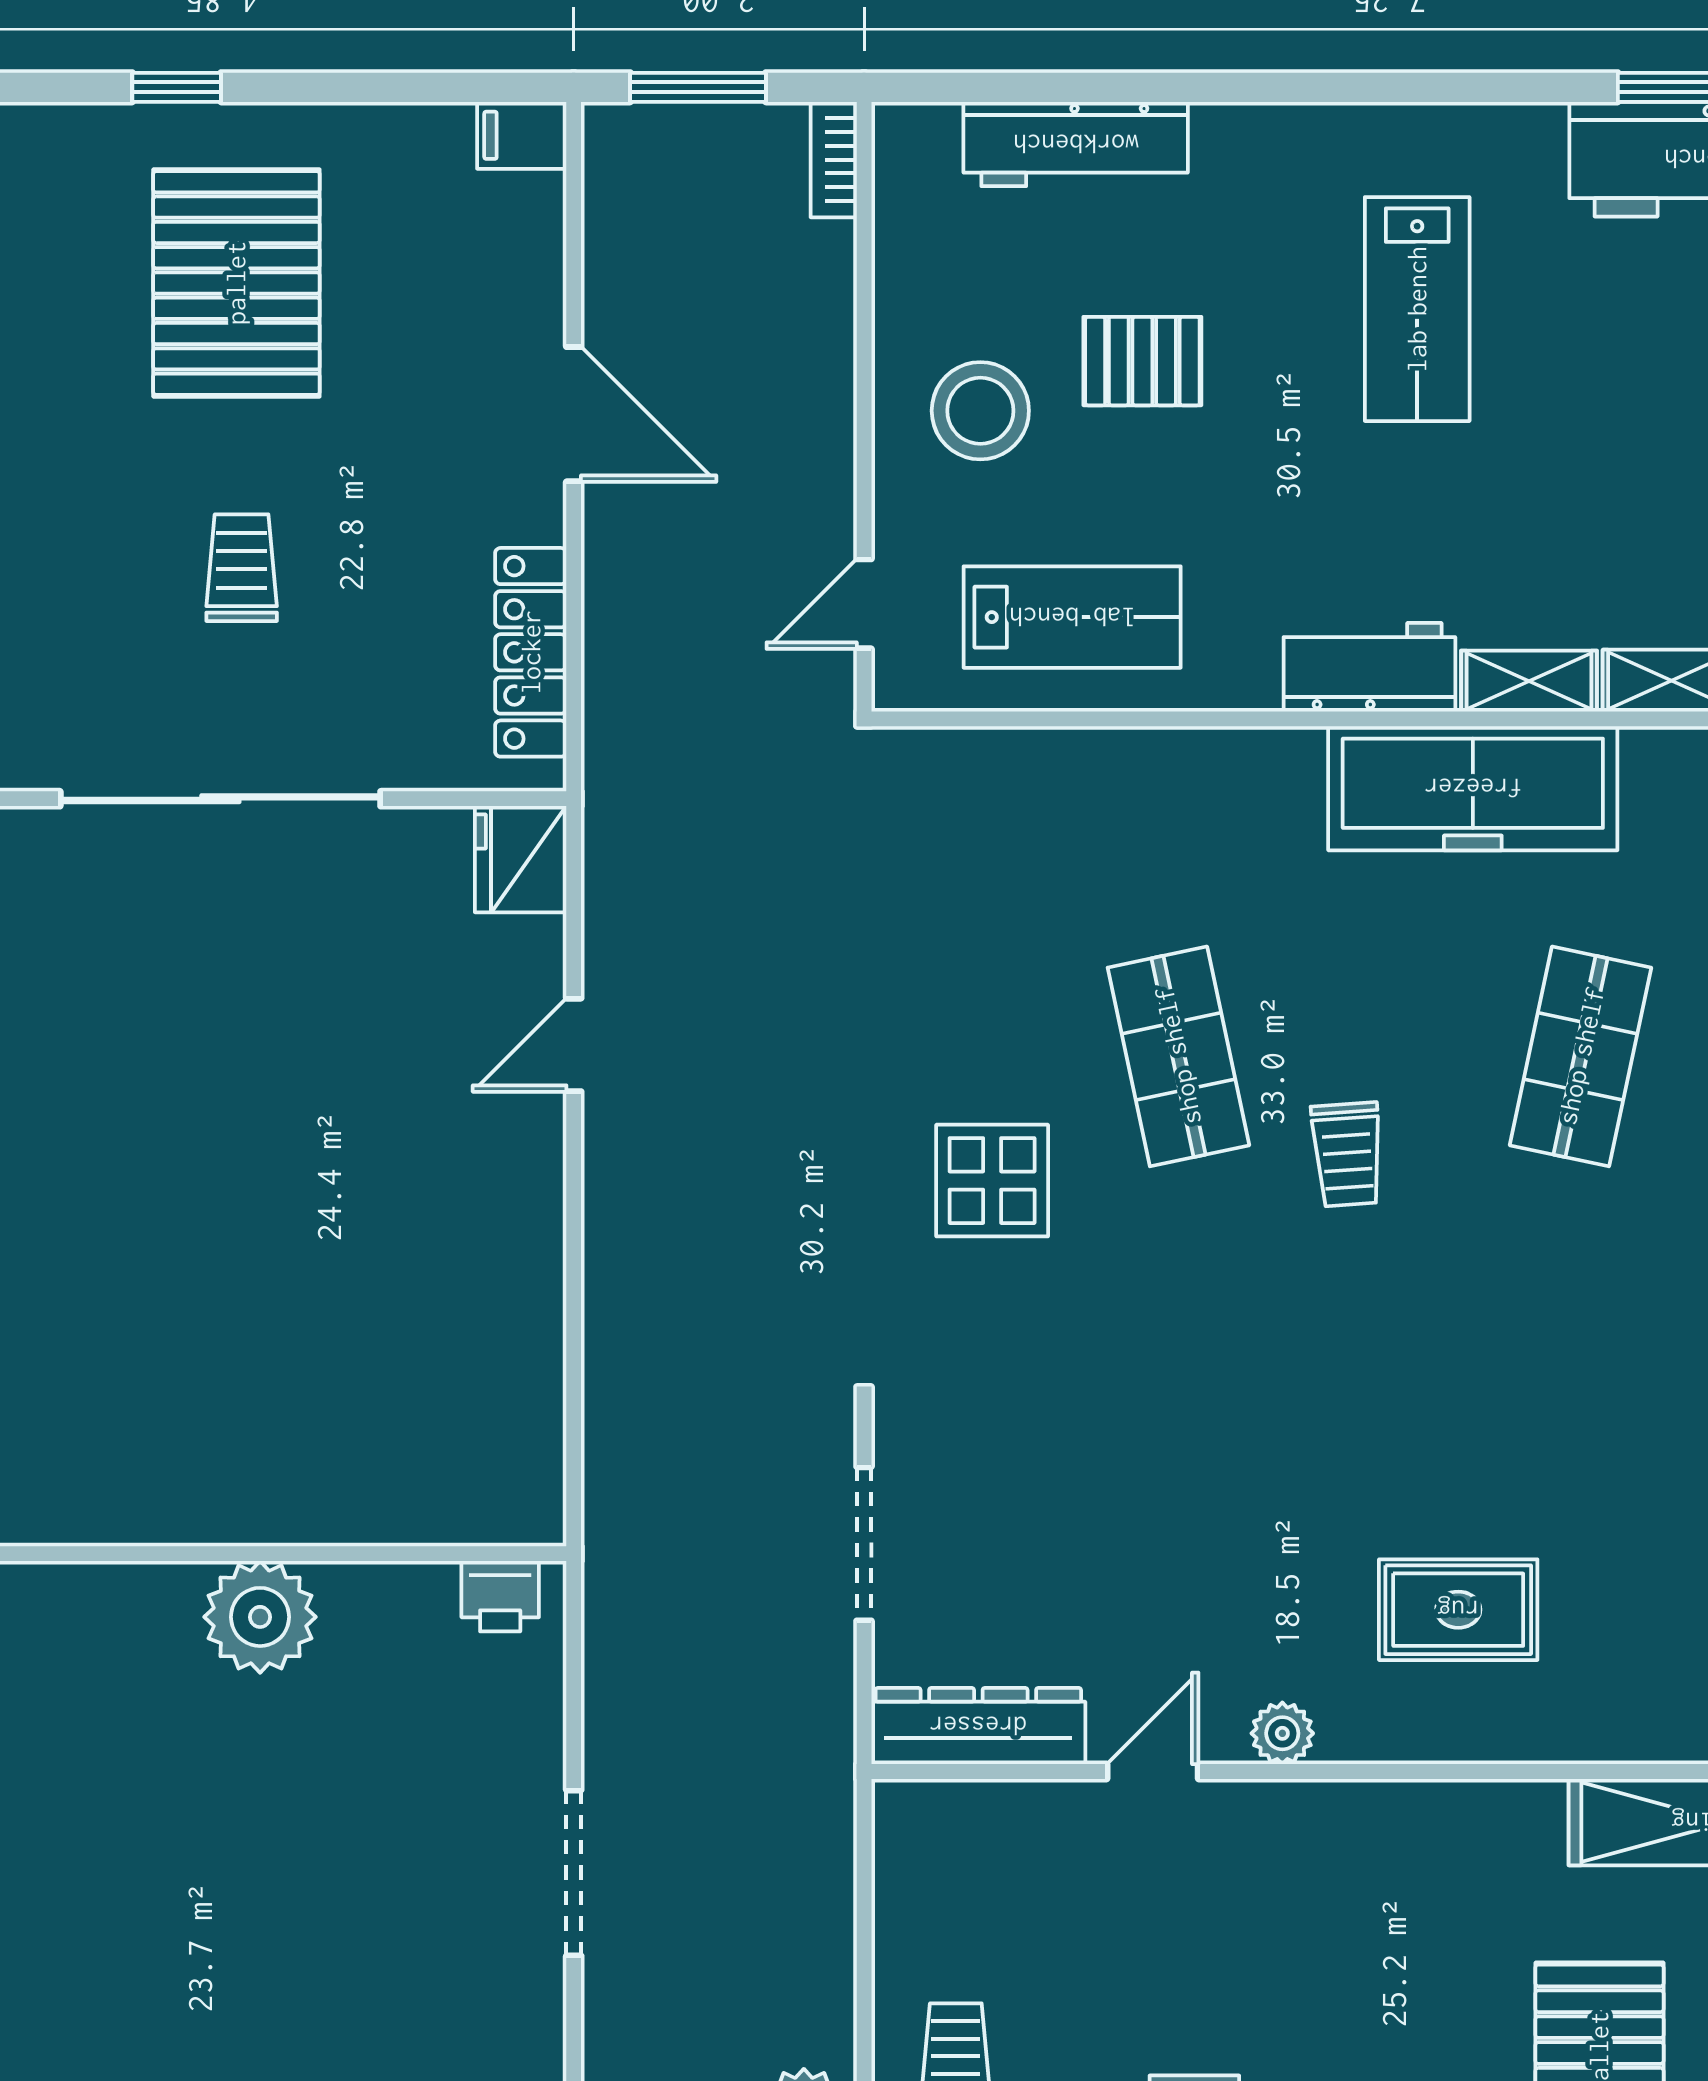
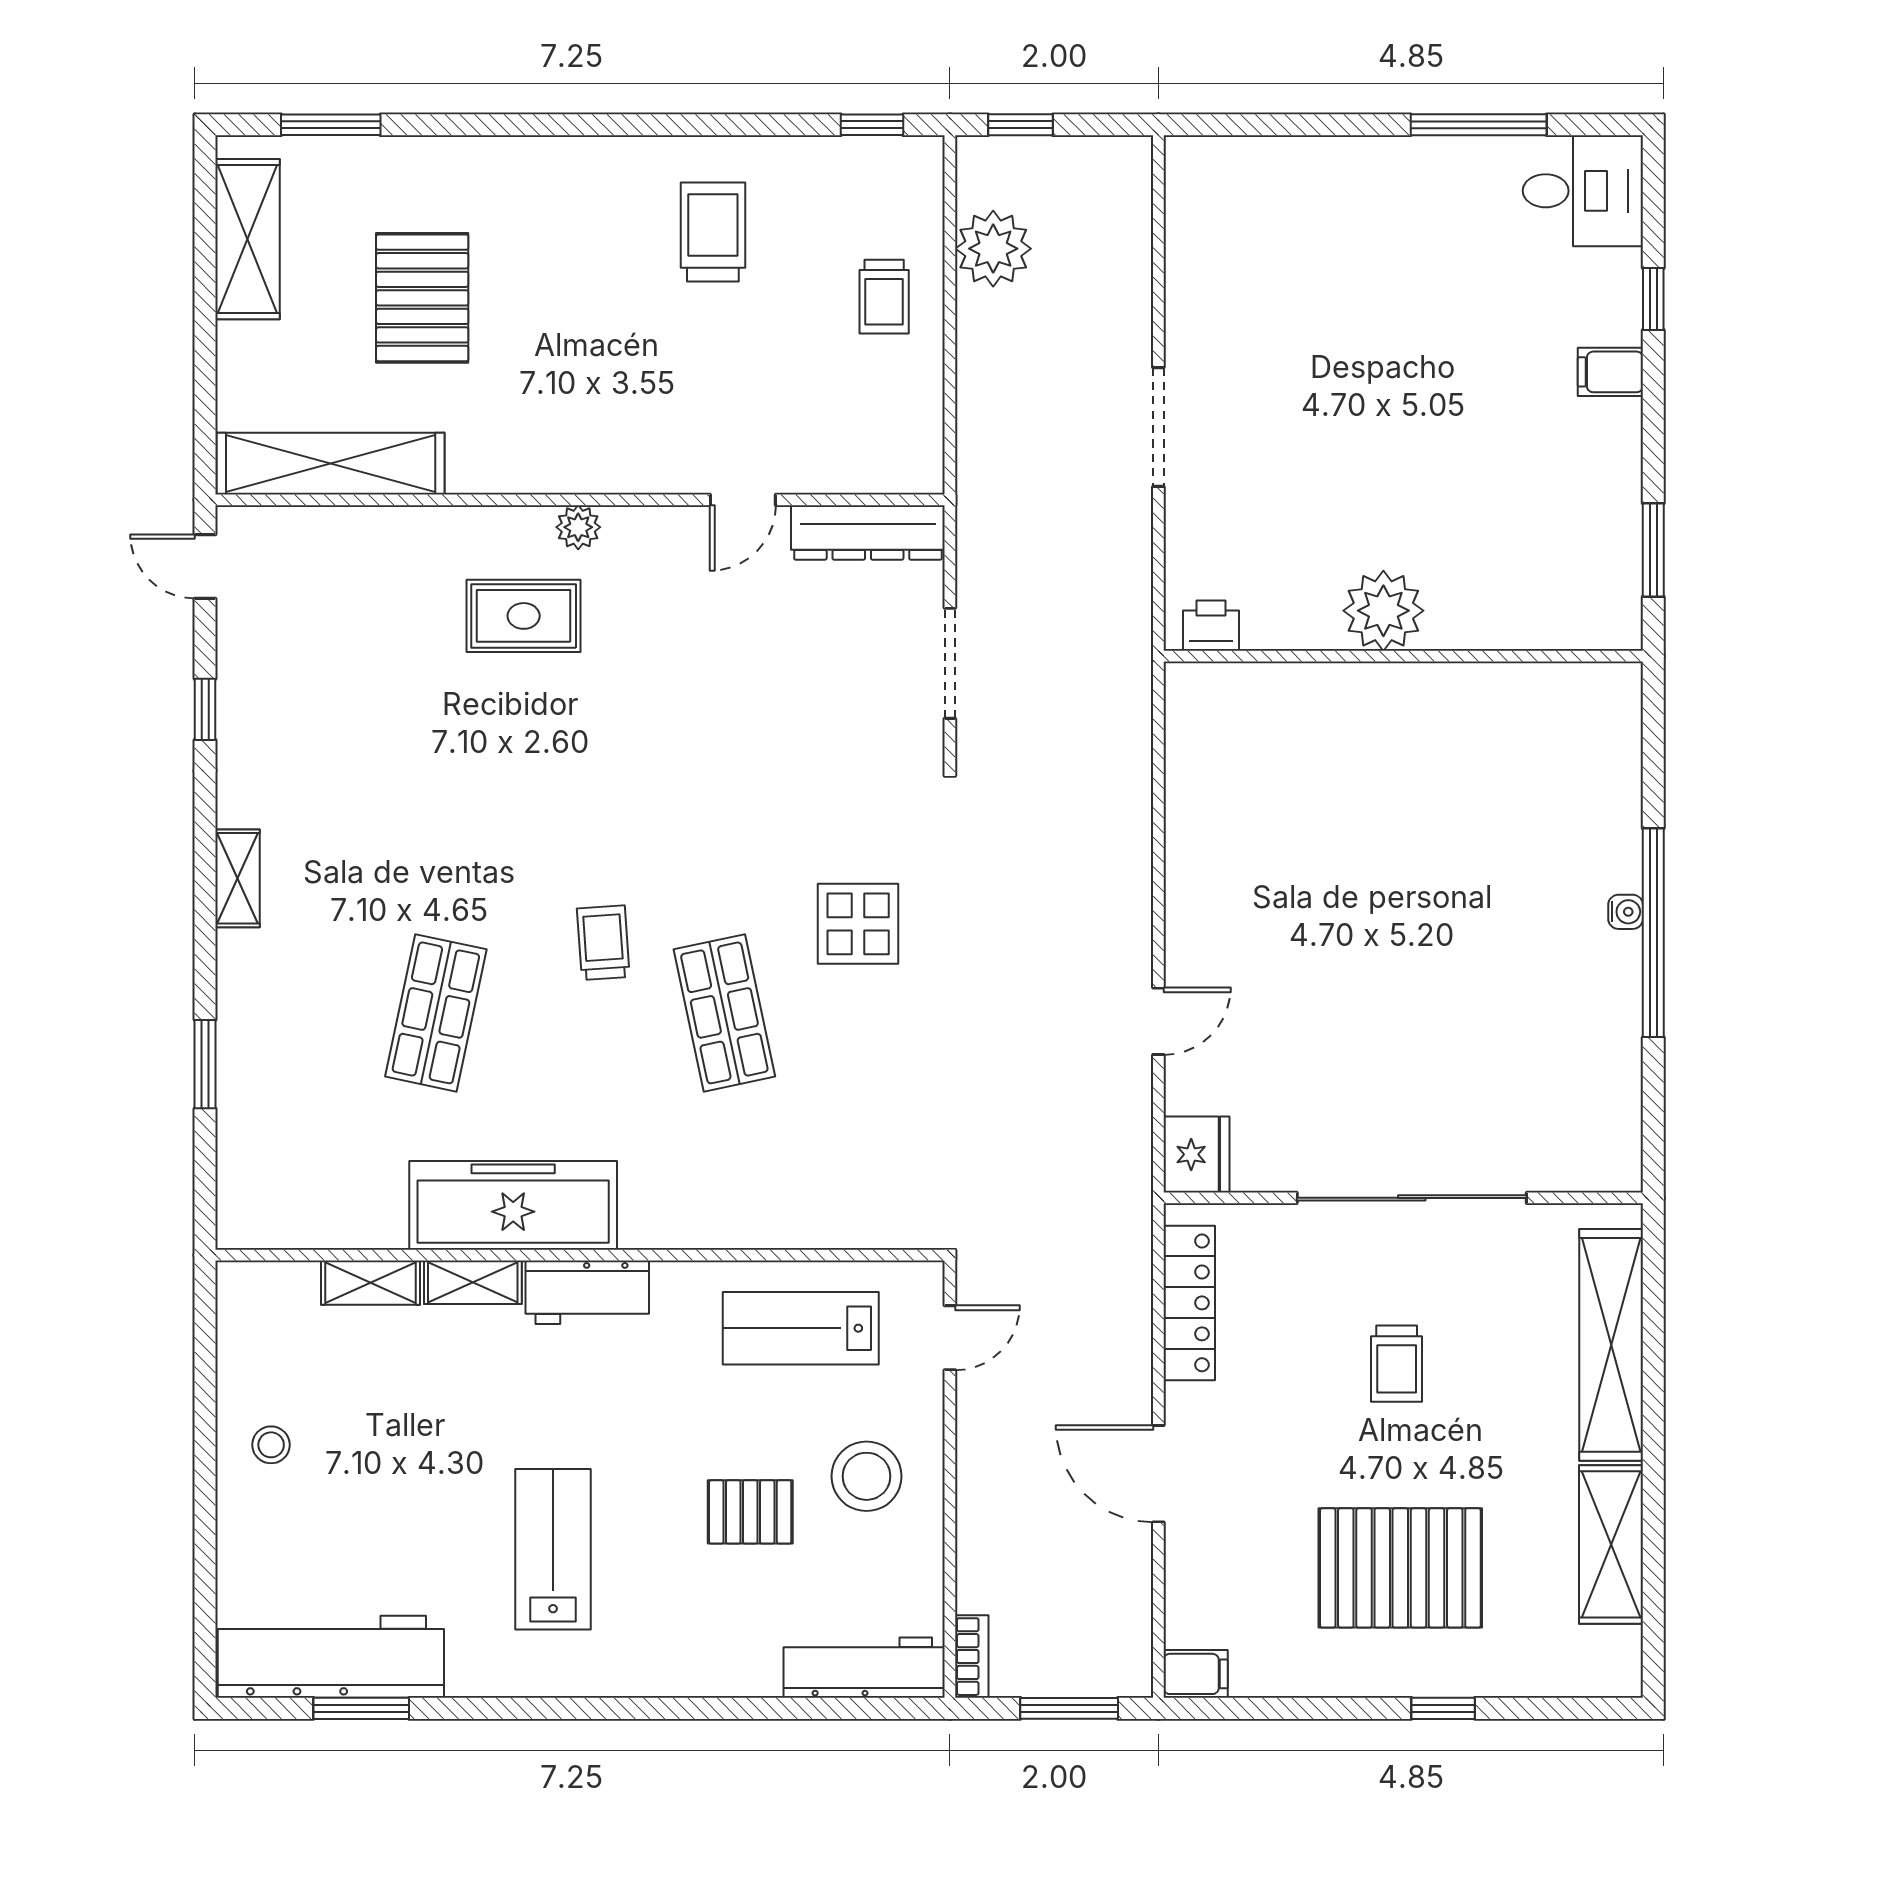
workbench: (1076, 144) -> (864, 1668), moved
pallet: (236, 283) -> (1400, 1568), turned 90
plant: (1282, 1733) -> (578, 527), moved

